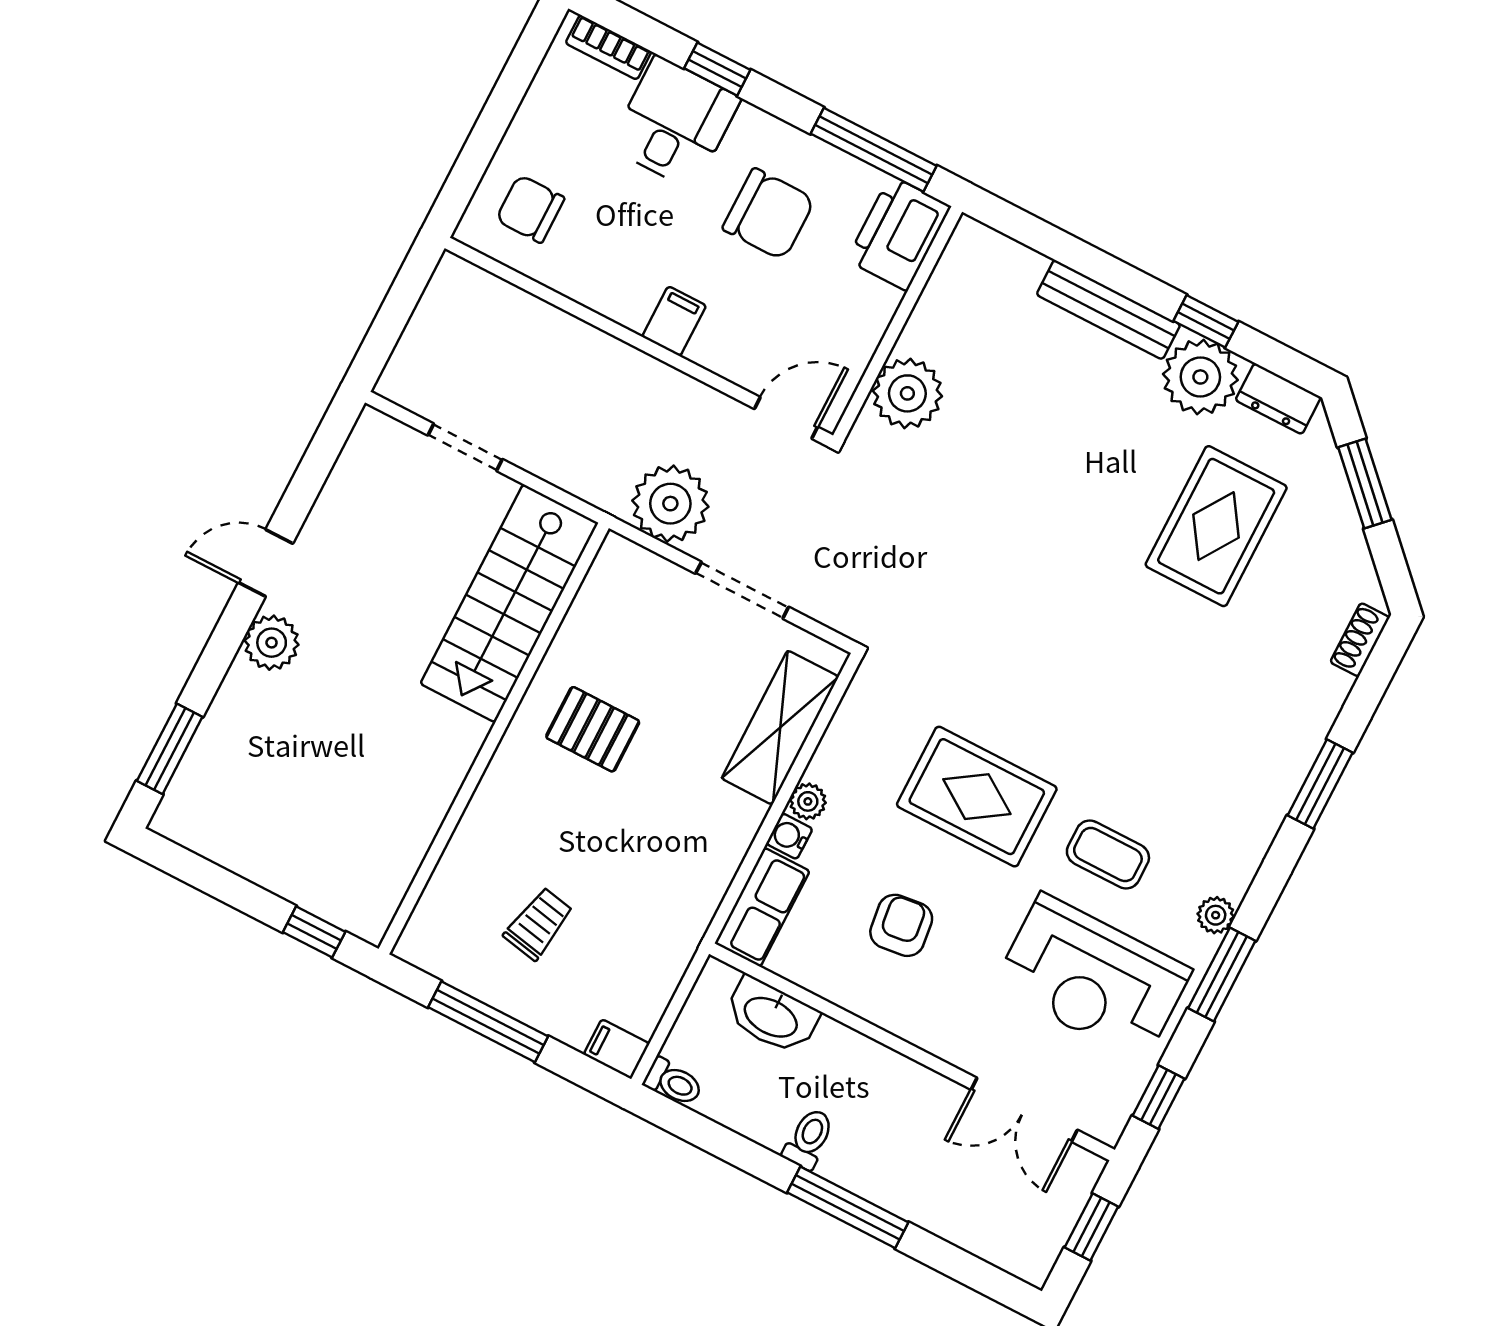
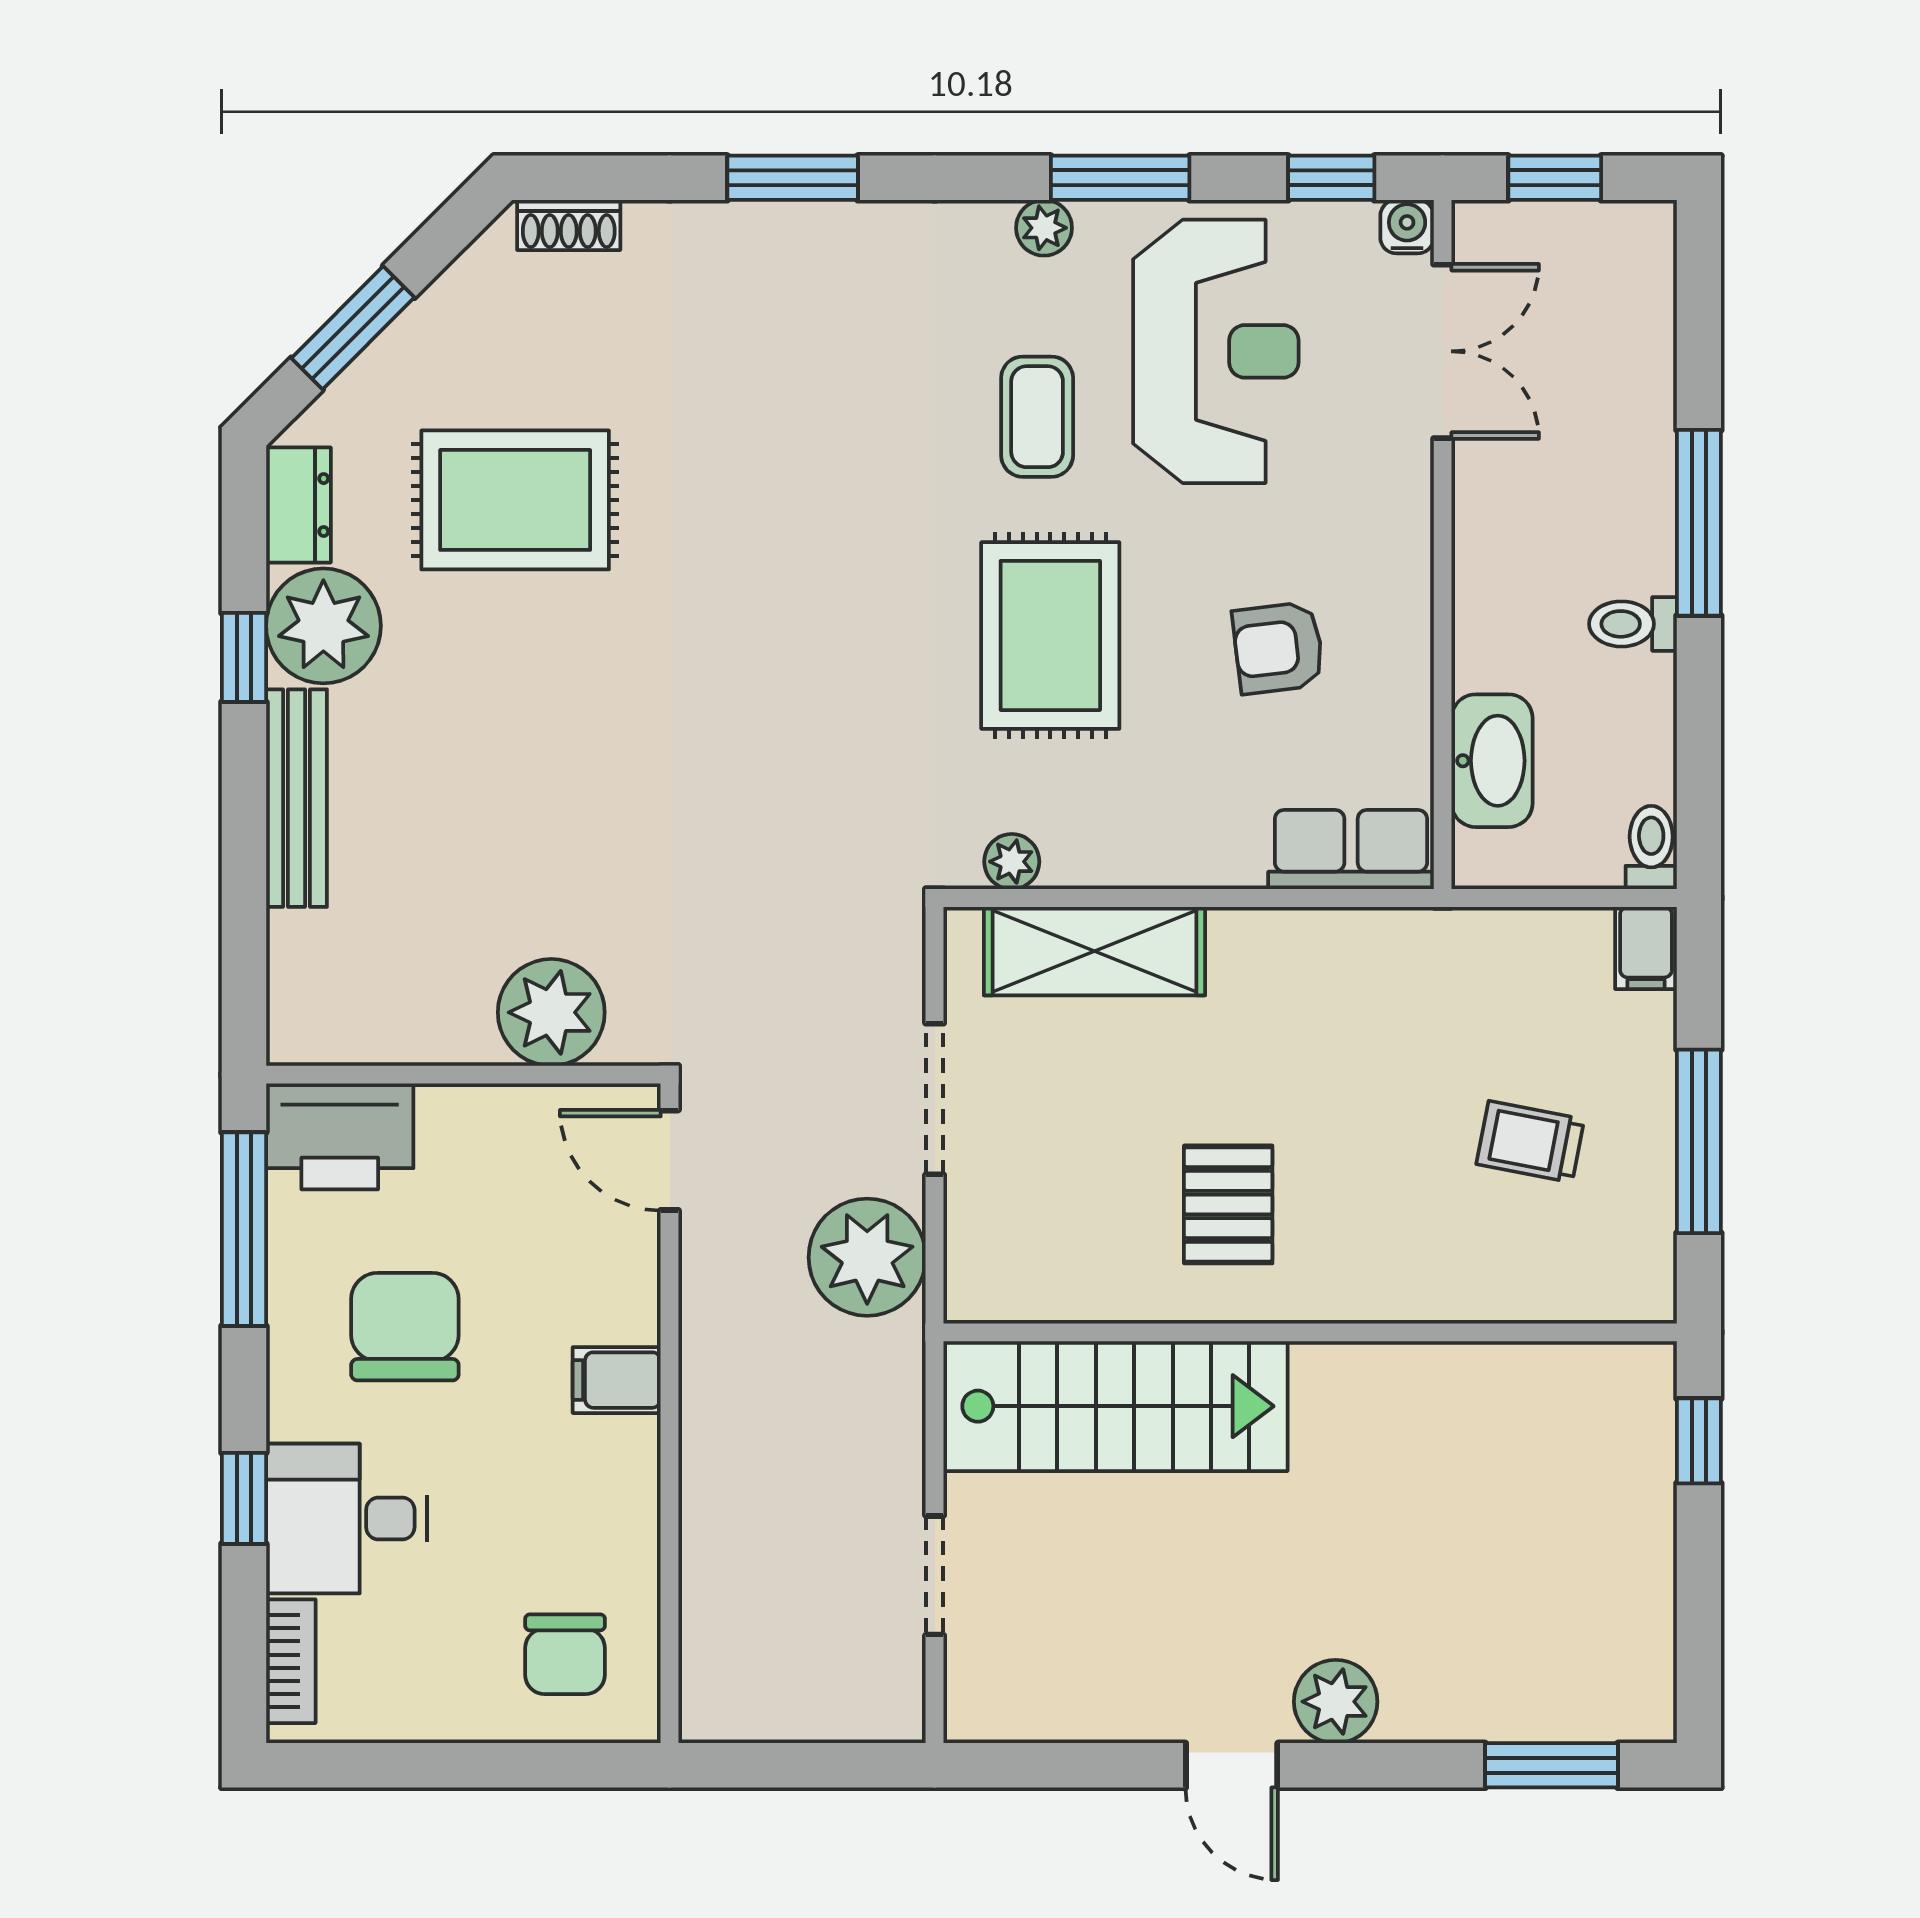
plant: (808, 801) -> (1012, 862), moved
water cooler: (789, 836) -> (1407, 227), moved, turned 180

